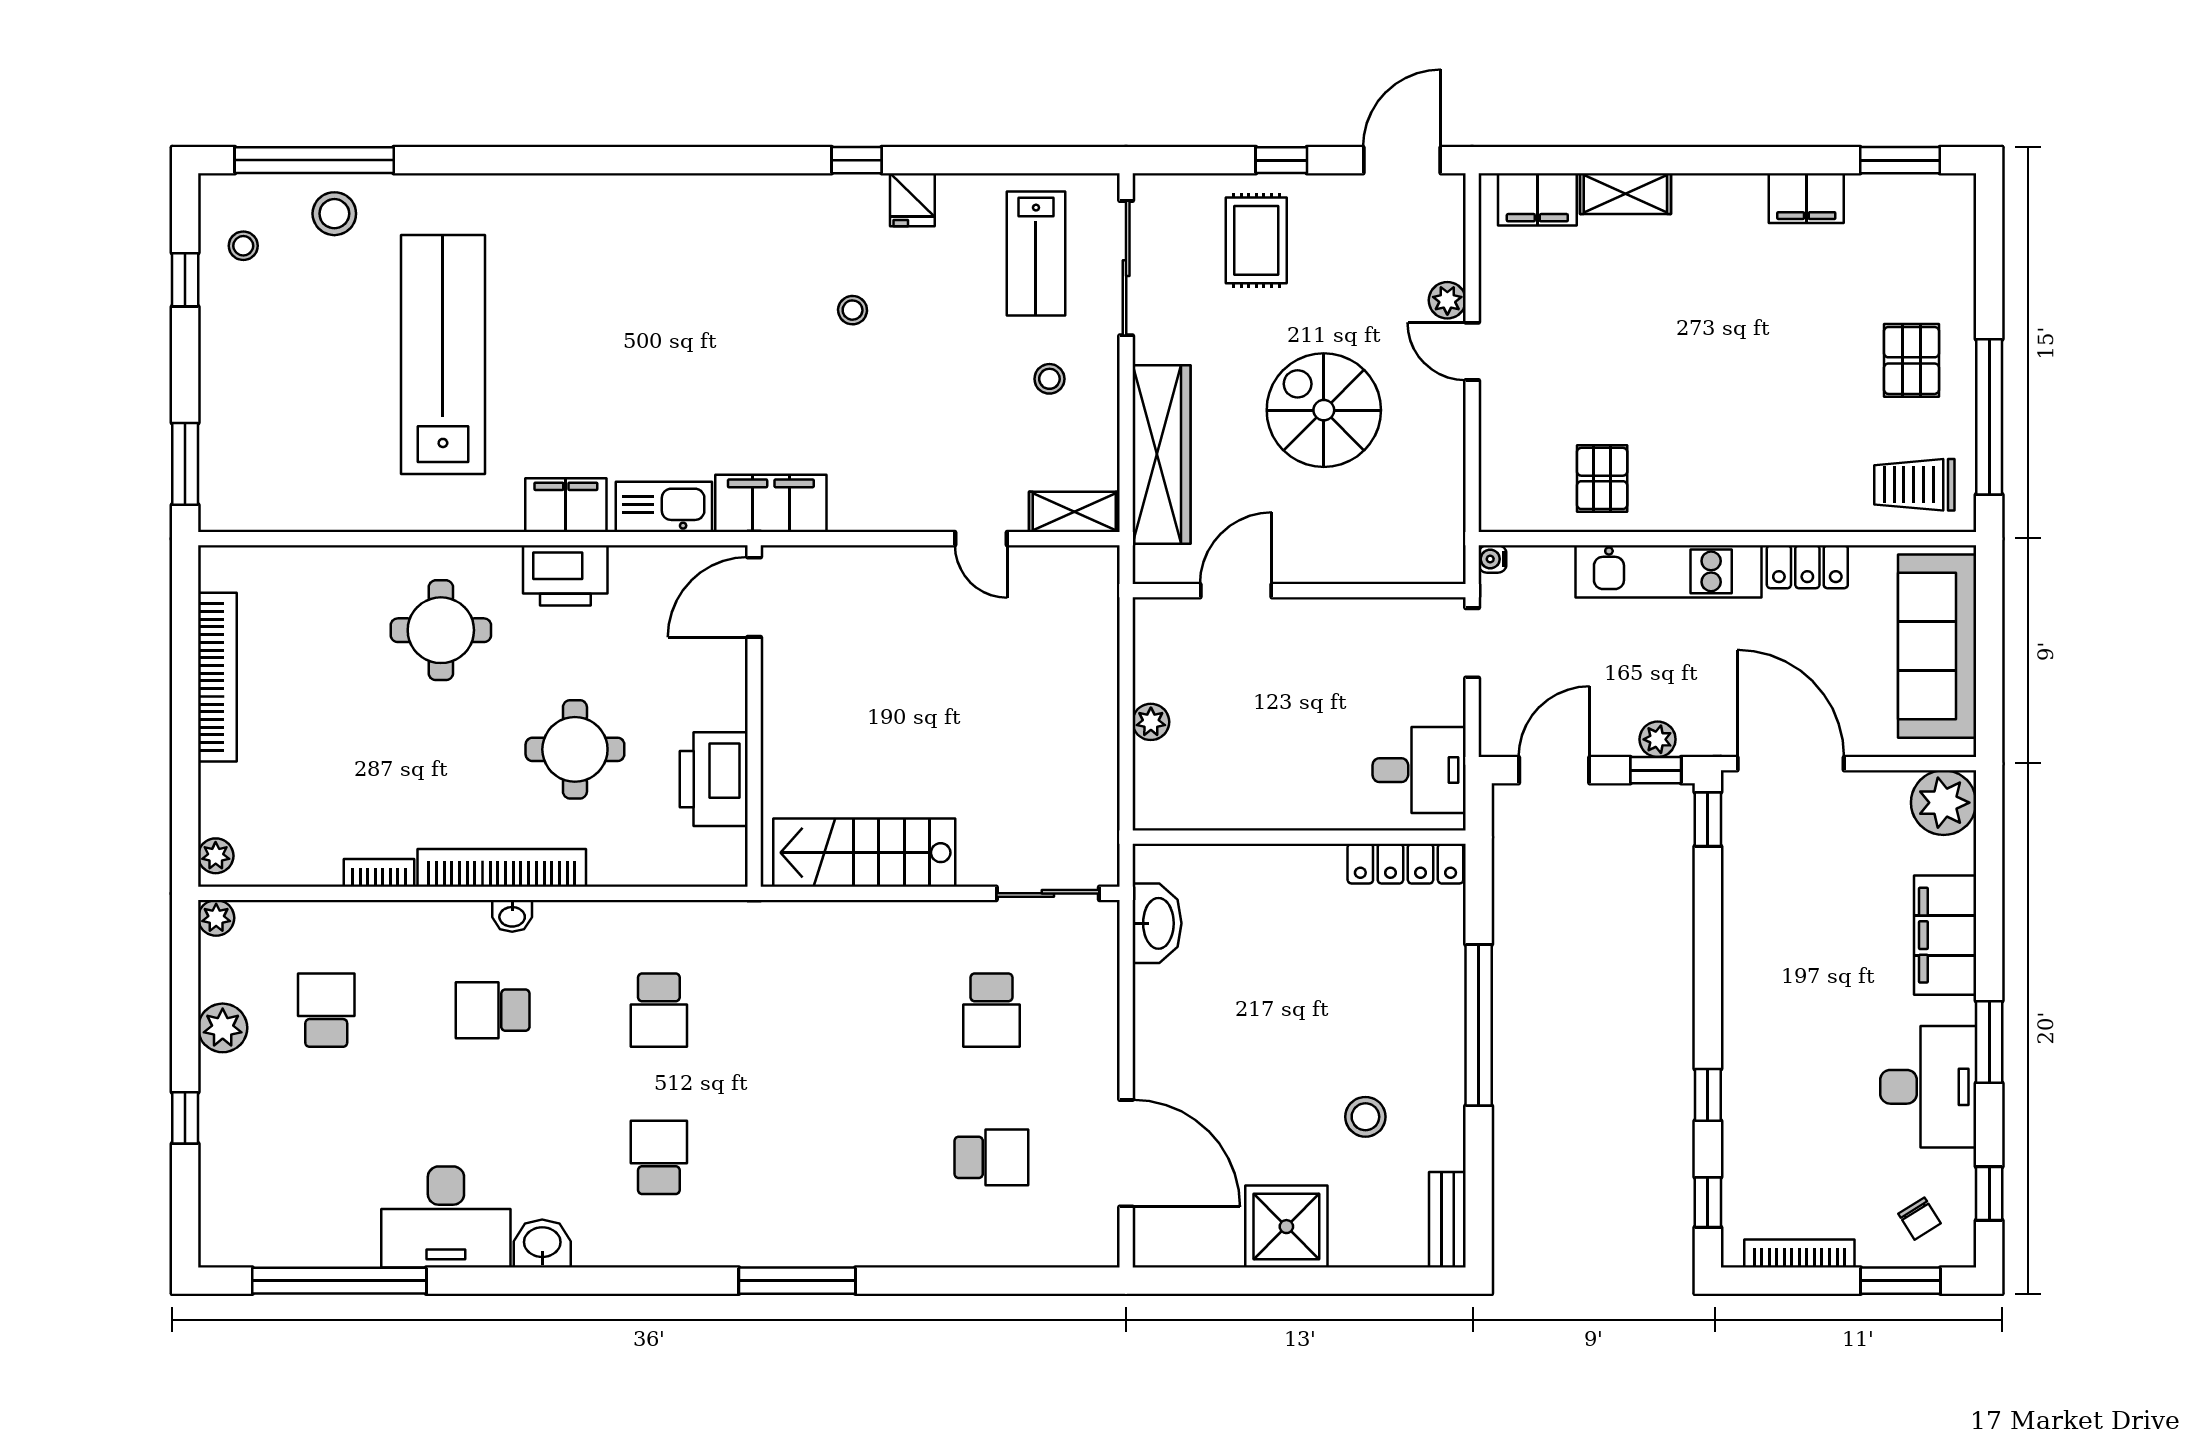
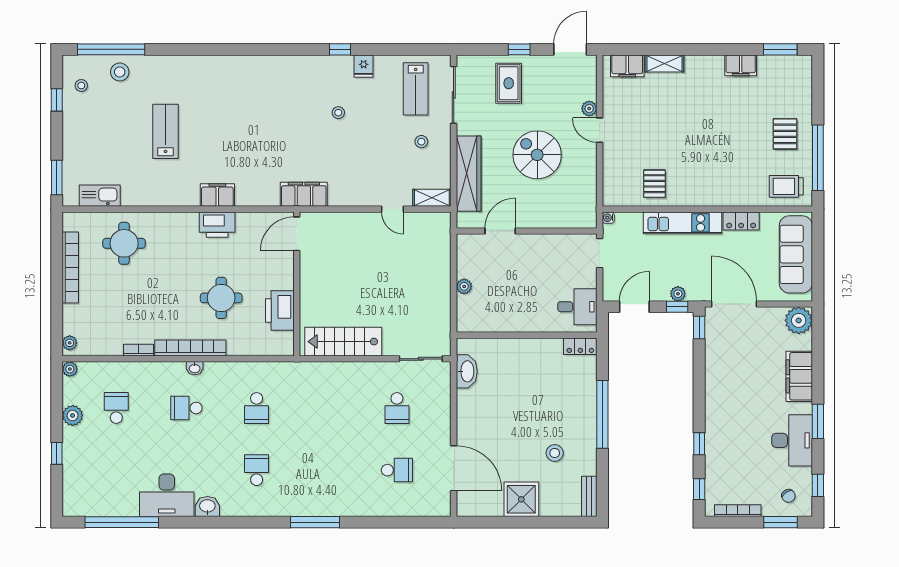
lab bench: (443, 354) -> (165, 131), width x0.54, depth x0.72
kitchen sink: (664, 507) -> (100, 196), moved
round table: (441, 630) -> (124, 243), moved
locker: (1405, 864) -> (580, 346), width x0.66

